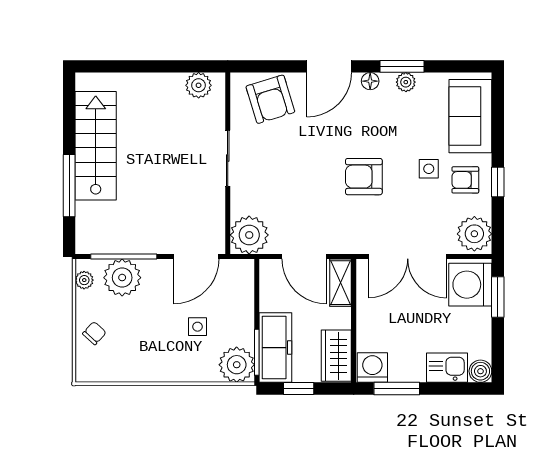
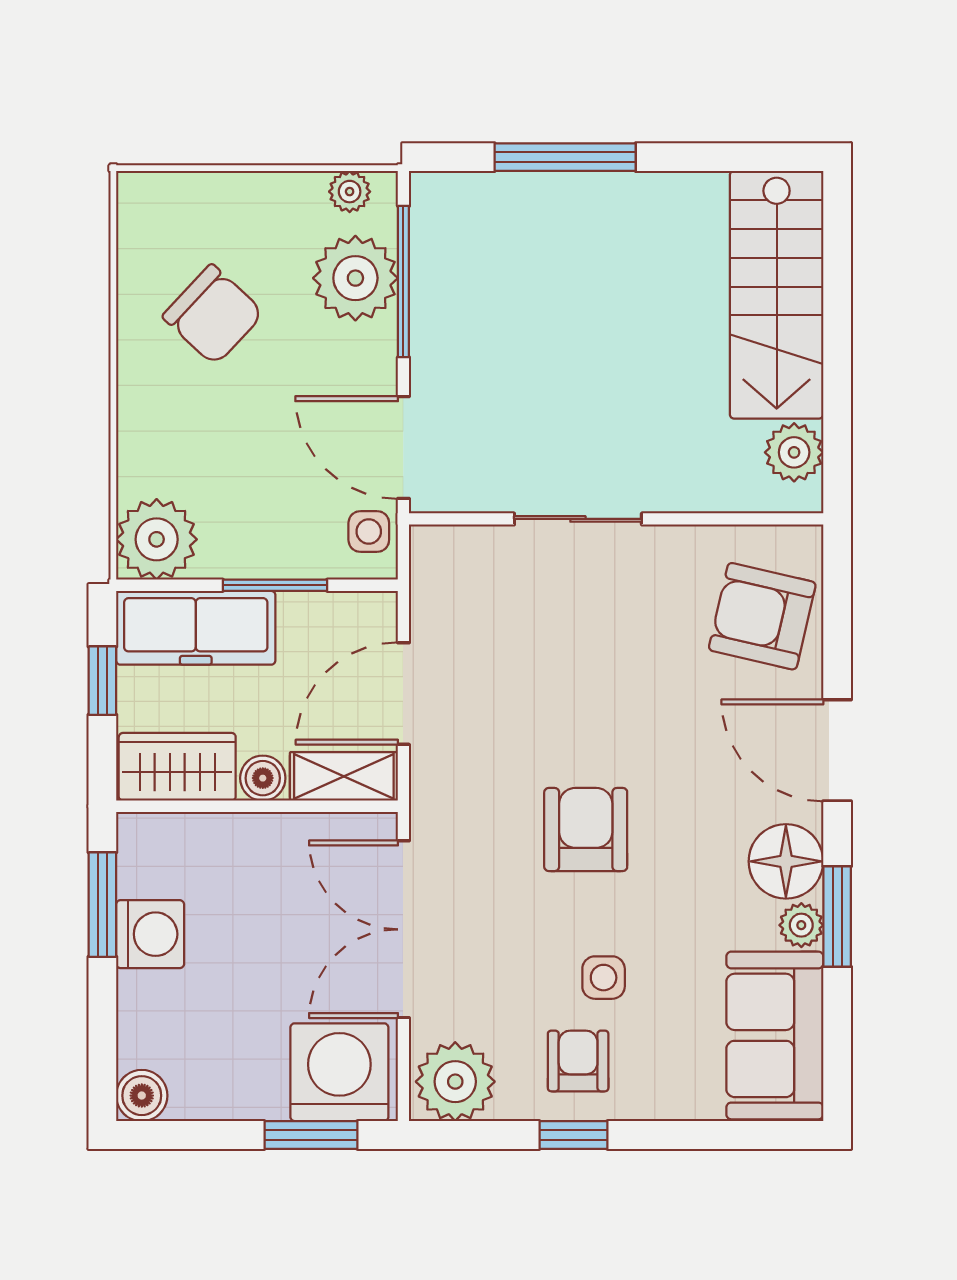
floor lamp: (370, 81) -> (786, 861), width x1.89, depth x1.89
armchair: (270, 99) -> (762, 616), turned 30
sofa: (470, 116) -> (775, 1035), moved, turned -90
stairs: (96, 146) -> (777, 295), moved, turned 90
sliding door: (228, 158) -> (578, 519), moved
plant: (249, 235) -> (452, 568), removed
boiler: (341, 318) -> (263, 778), added
side table: (197, 327) -> (369, 531), moved
chair: (94, 333) -> (213, 315), moved, width x1.87, depth x1.87
window: (257, 352) -> (275, 585), moved
washing machine: (372, 368) -> (150, 934), moved
kitchen sink: (447, 368) -> (150, 1019), removed

